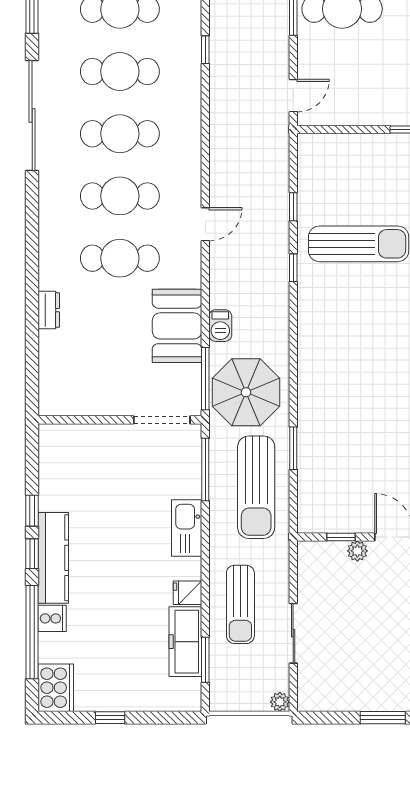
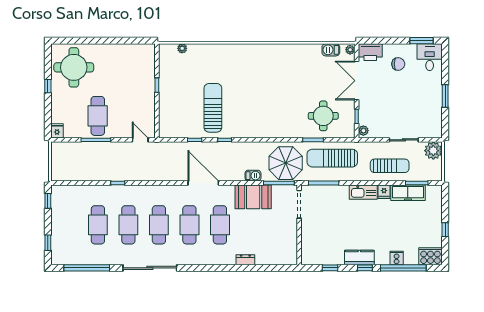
door: (205, 224) -> (203, 183), width x1.87
round table: (342, 469) -> (323, 116), added
sun lounger: (256, 487) -> (332, 158), turned 180
window: (32, 511) -> (330, 268), moved
kitchen sink: (187, 528) -> (363, 192), moved
plant: (357, 551) -> (363, 131), moved
kitchen counter: (53, 558) -> (359, 257), width x0.67
plant: (280, 702) -> (433, 151), width x1.88, depth x1.88

